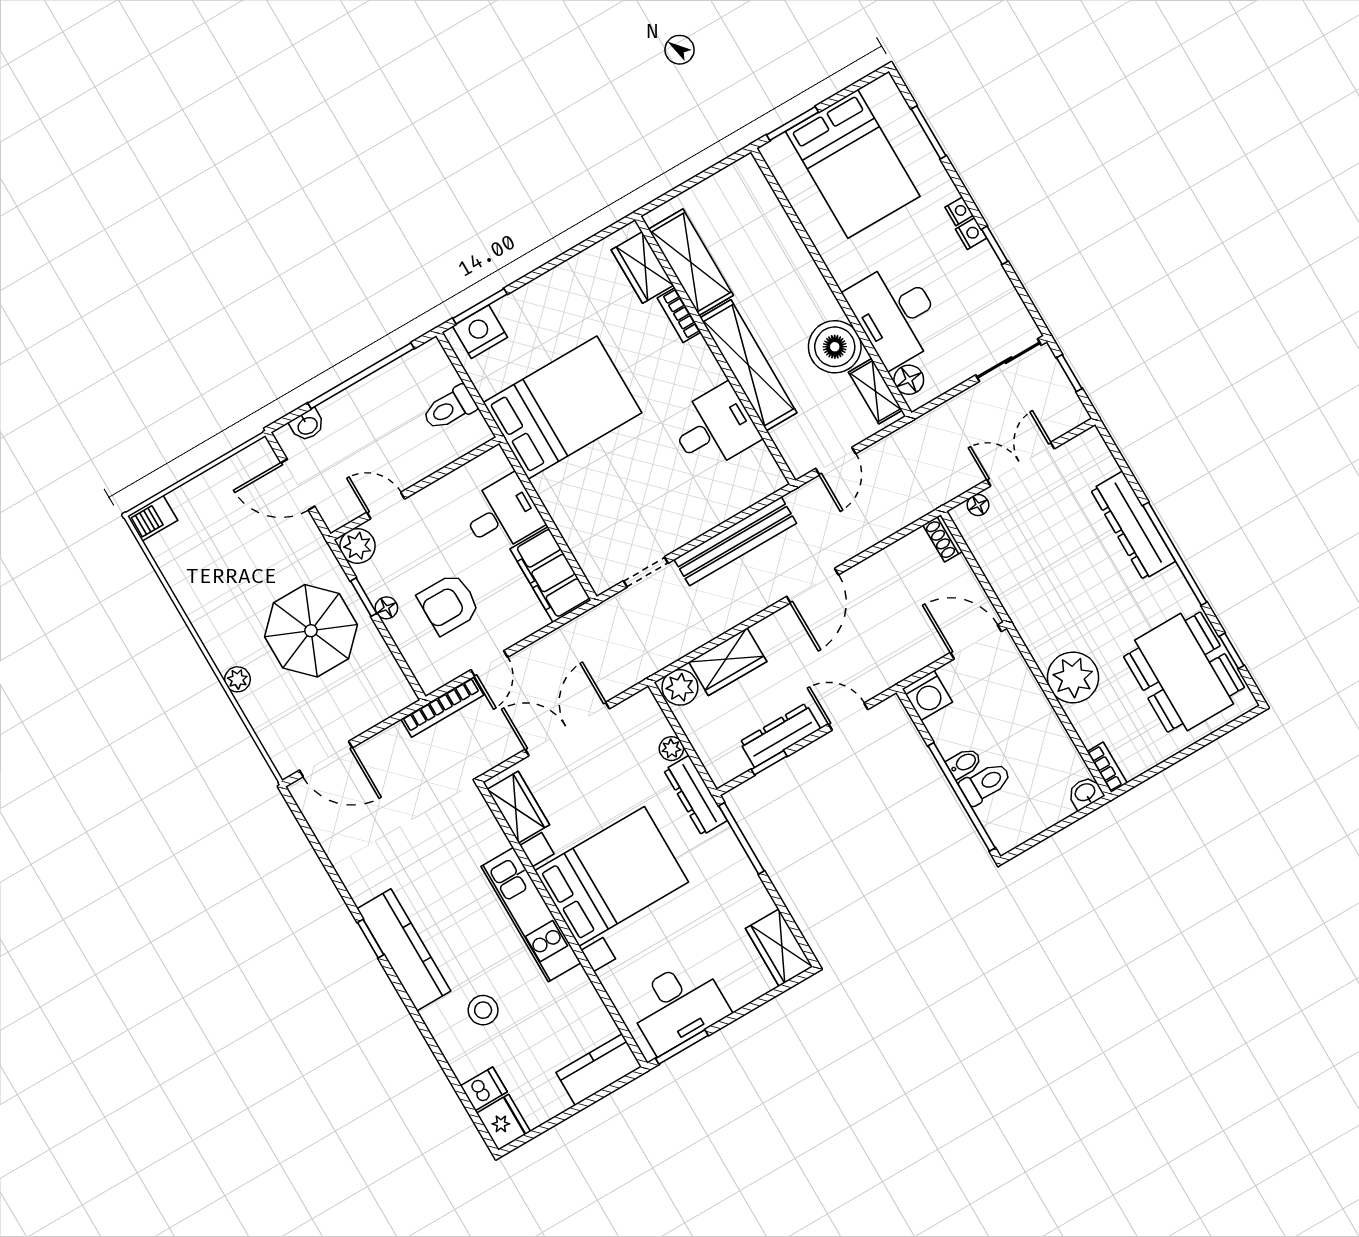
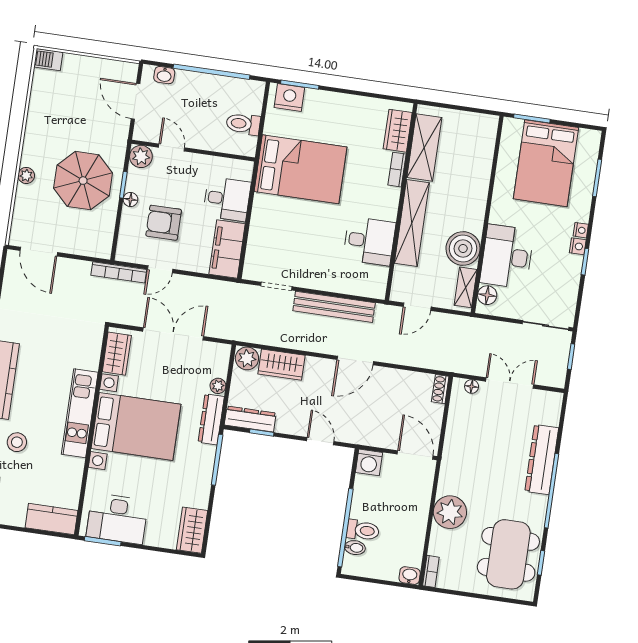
dresser: (780, 735) -> (250, 419), moved
bidet: (964, 763) -> (355, 548), moved

